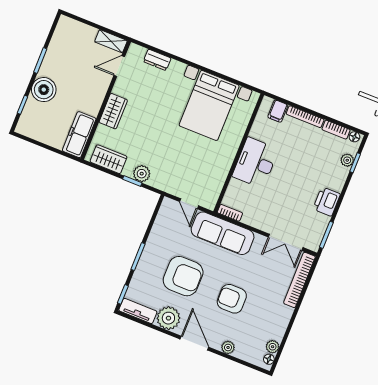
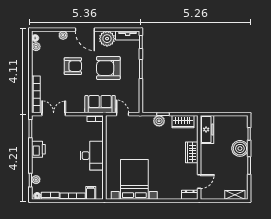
shelving: (111, 41) -> (235, 195), moved
dresser: (157, 60) -> (190, 195), moved
sofa: (223, 233) -> (100, 104), width x0.73

